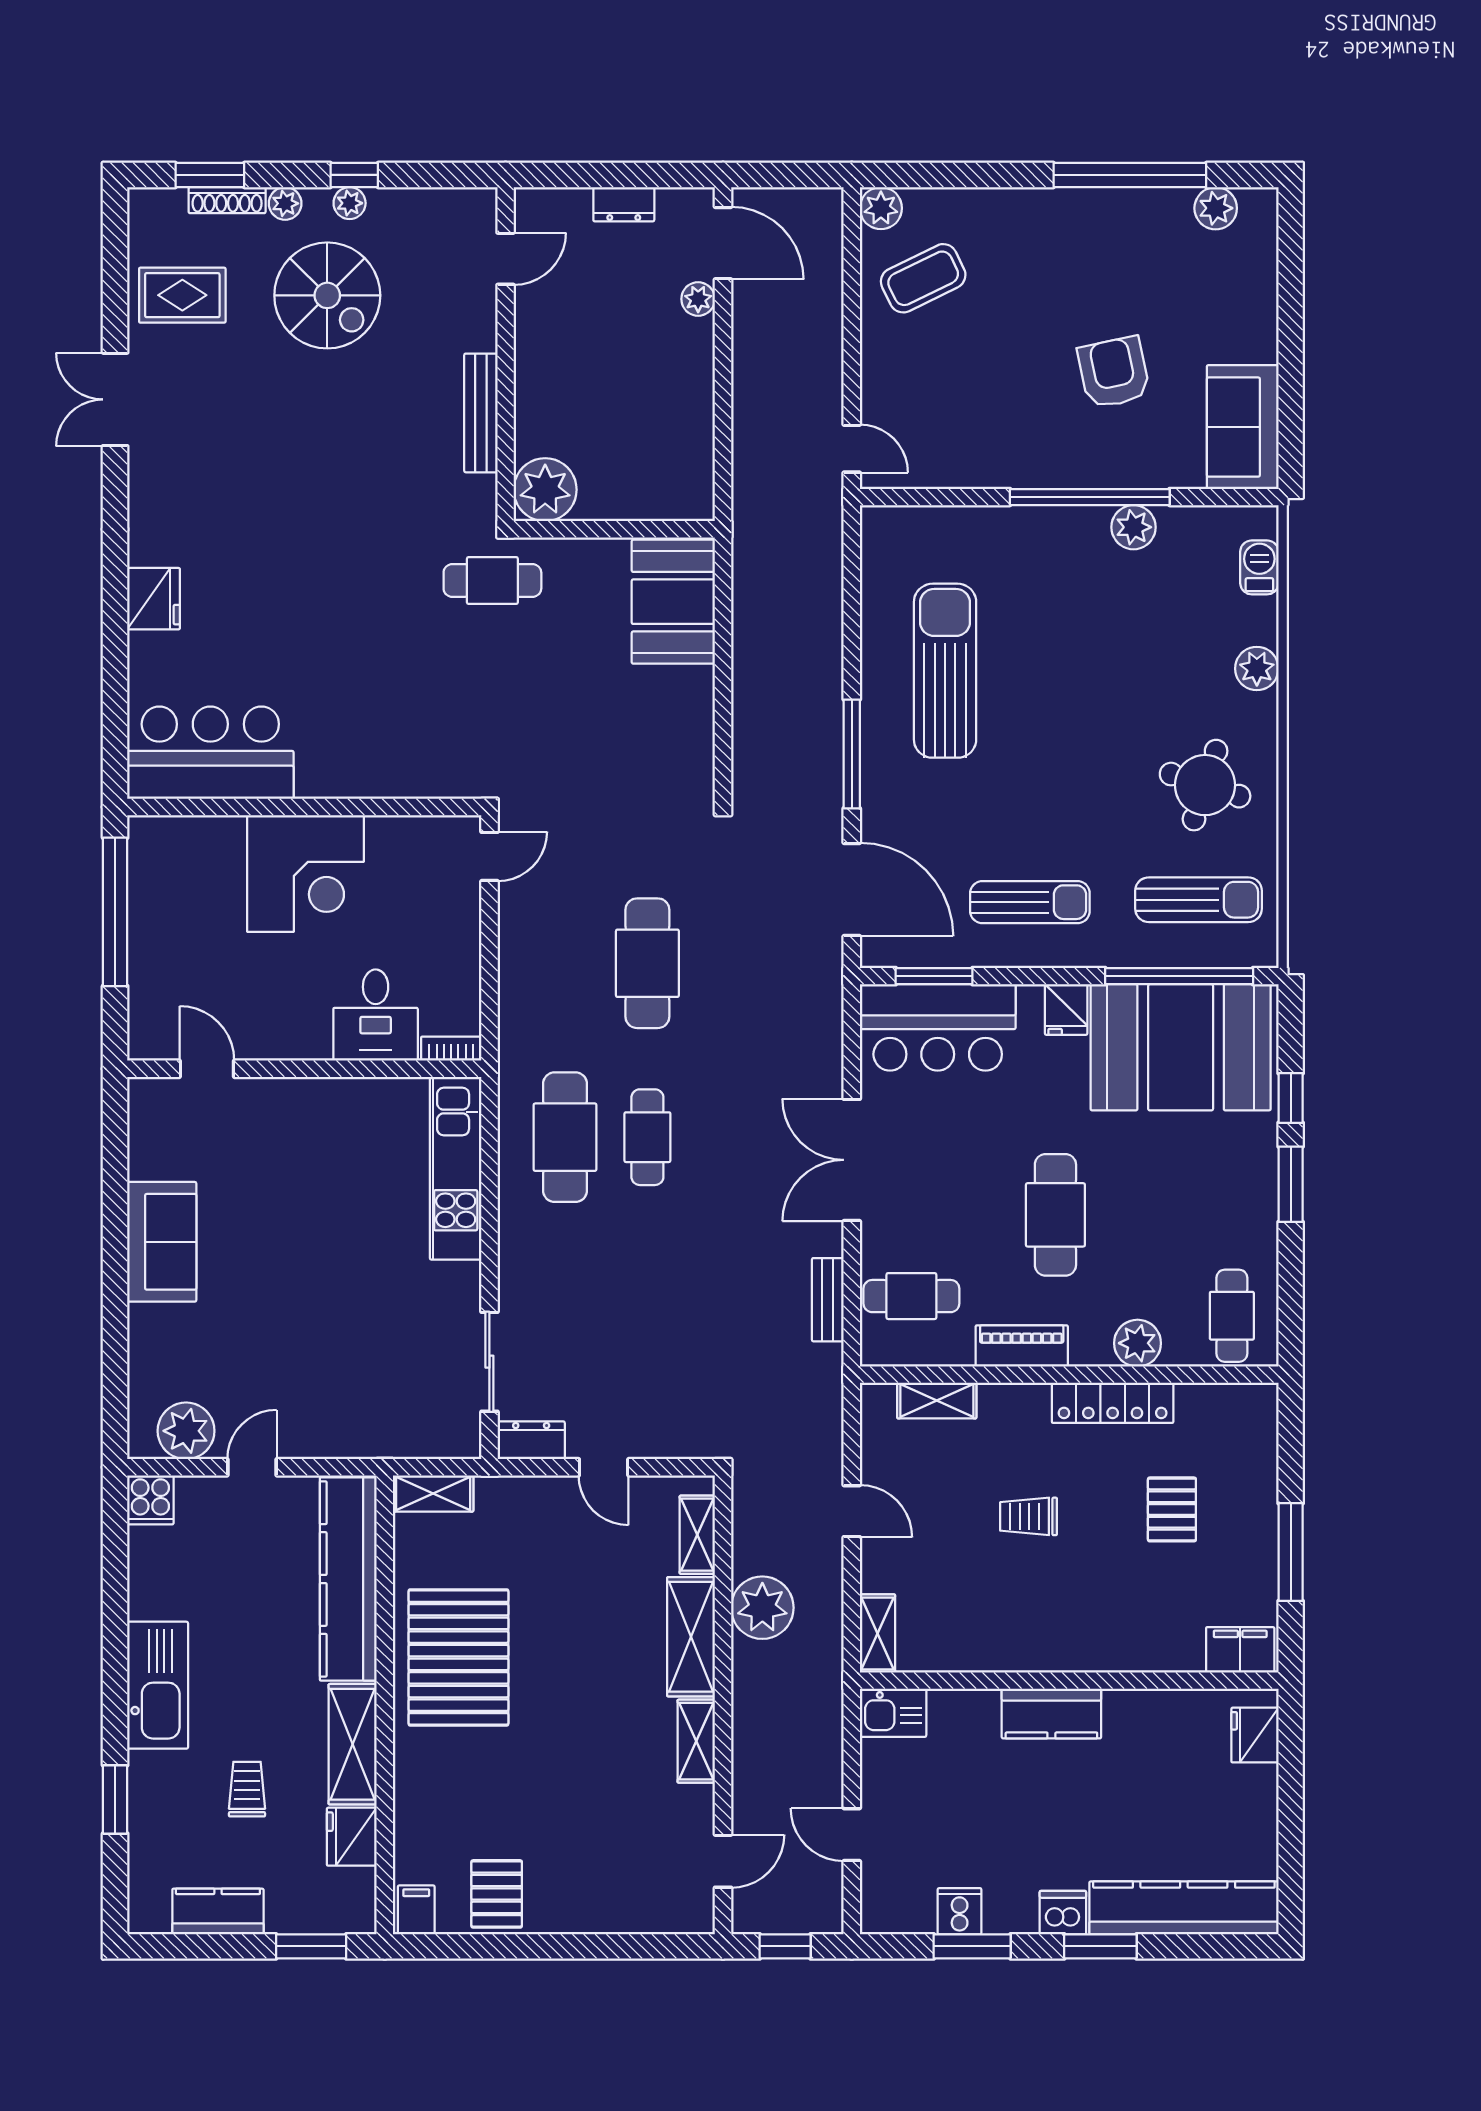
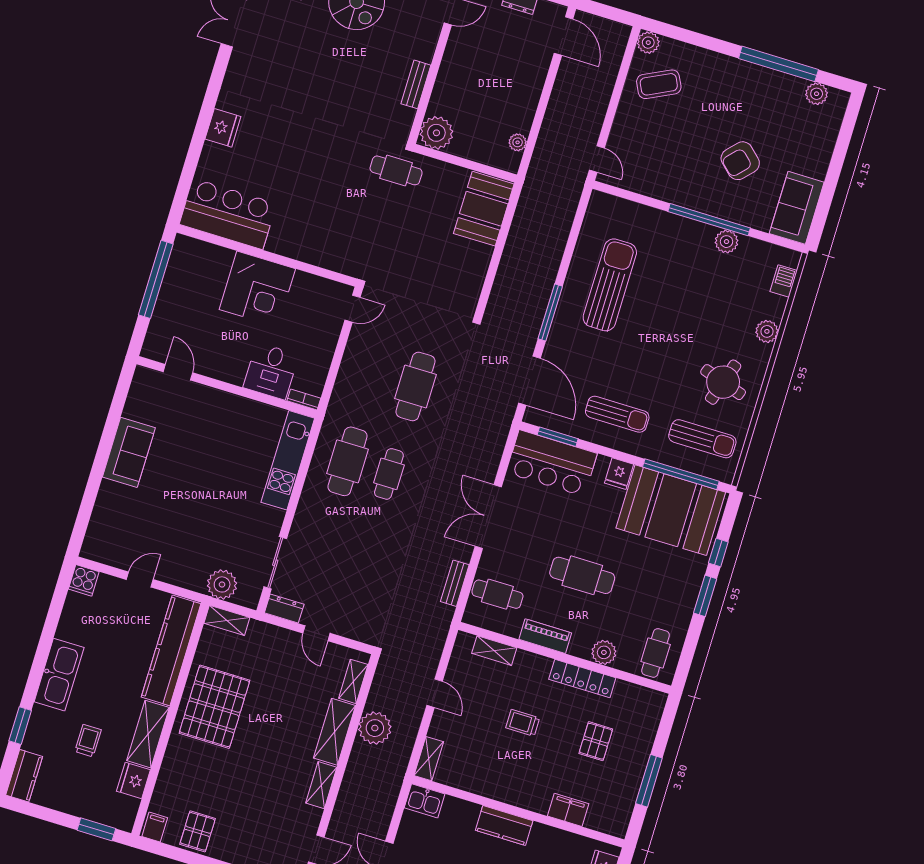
plant: (698, 299) -> (518, 142), moved
armchair: (1114, 372) -> (740, 161), turned -125
bench: (481, 413) -> (416, 84), width x0.73
cafe table: (1055, 1215) -> (582, 575), turned 90
plant: (186, 1431) -> (222, 584), moved
filing cabinet: (1240, 1650) -> (568, 810), moved
kitchen counter: (218, 1911) -> (24, 776), moved, turned 90

